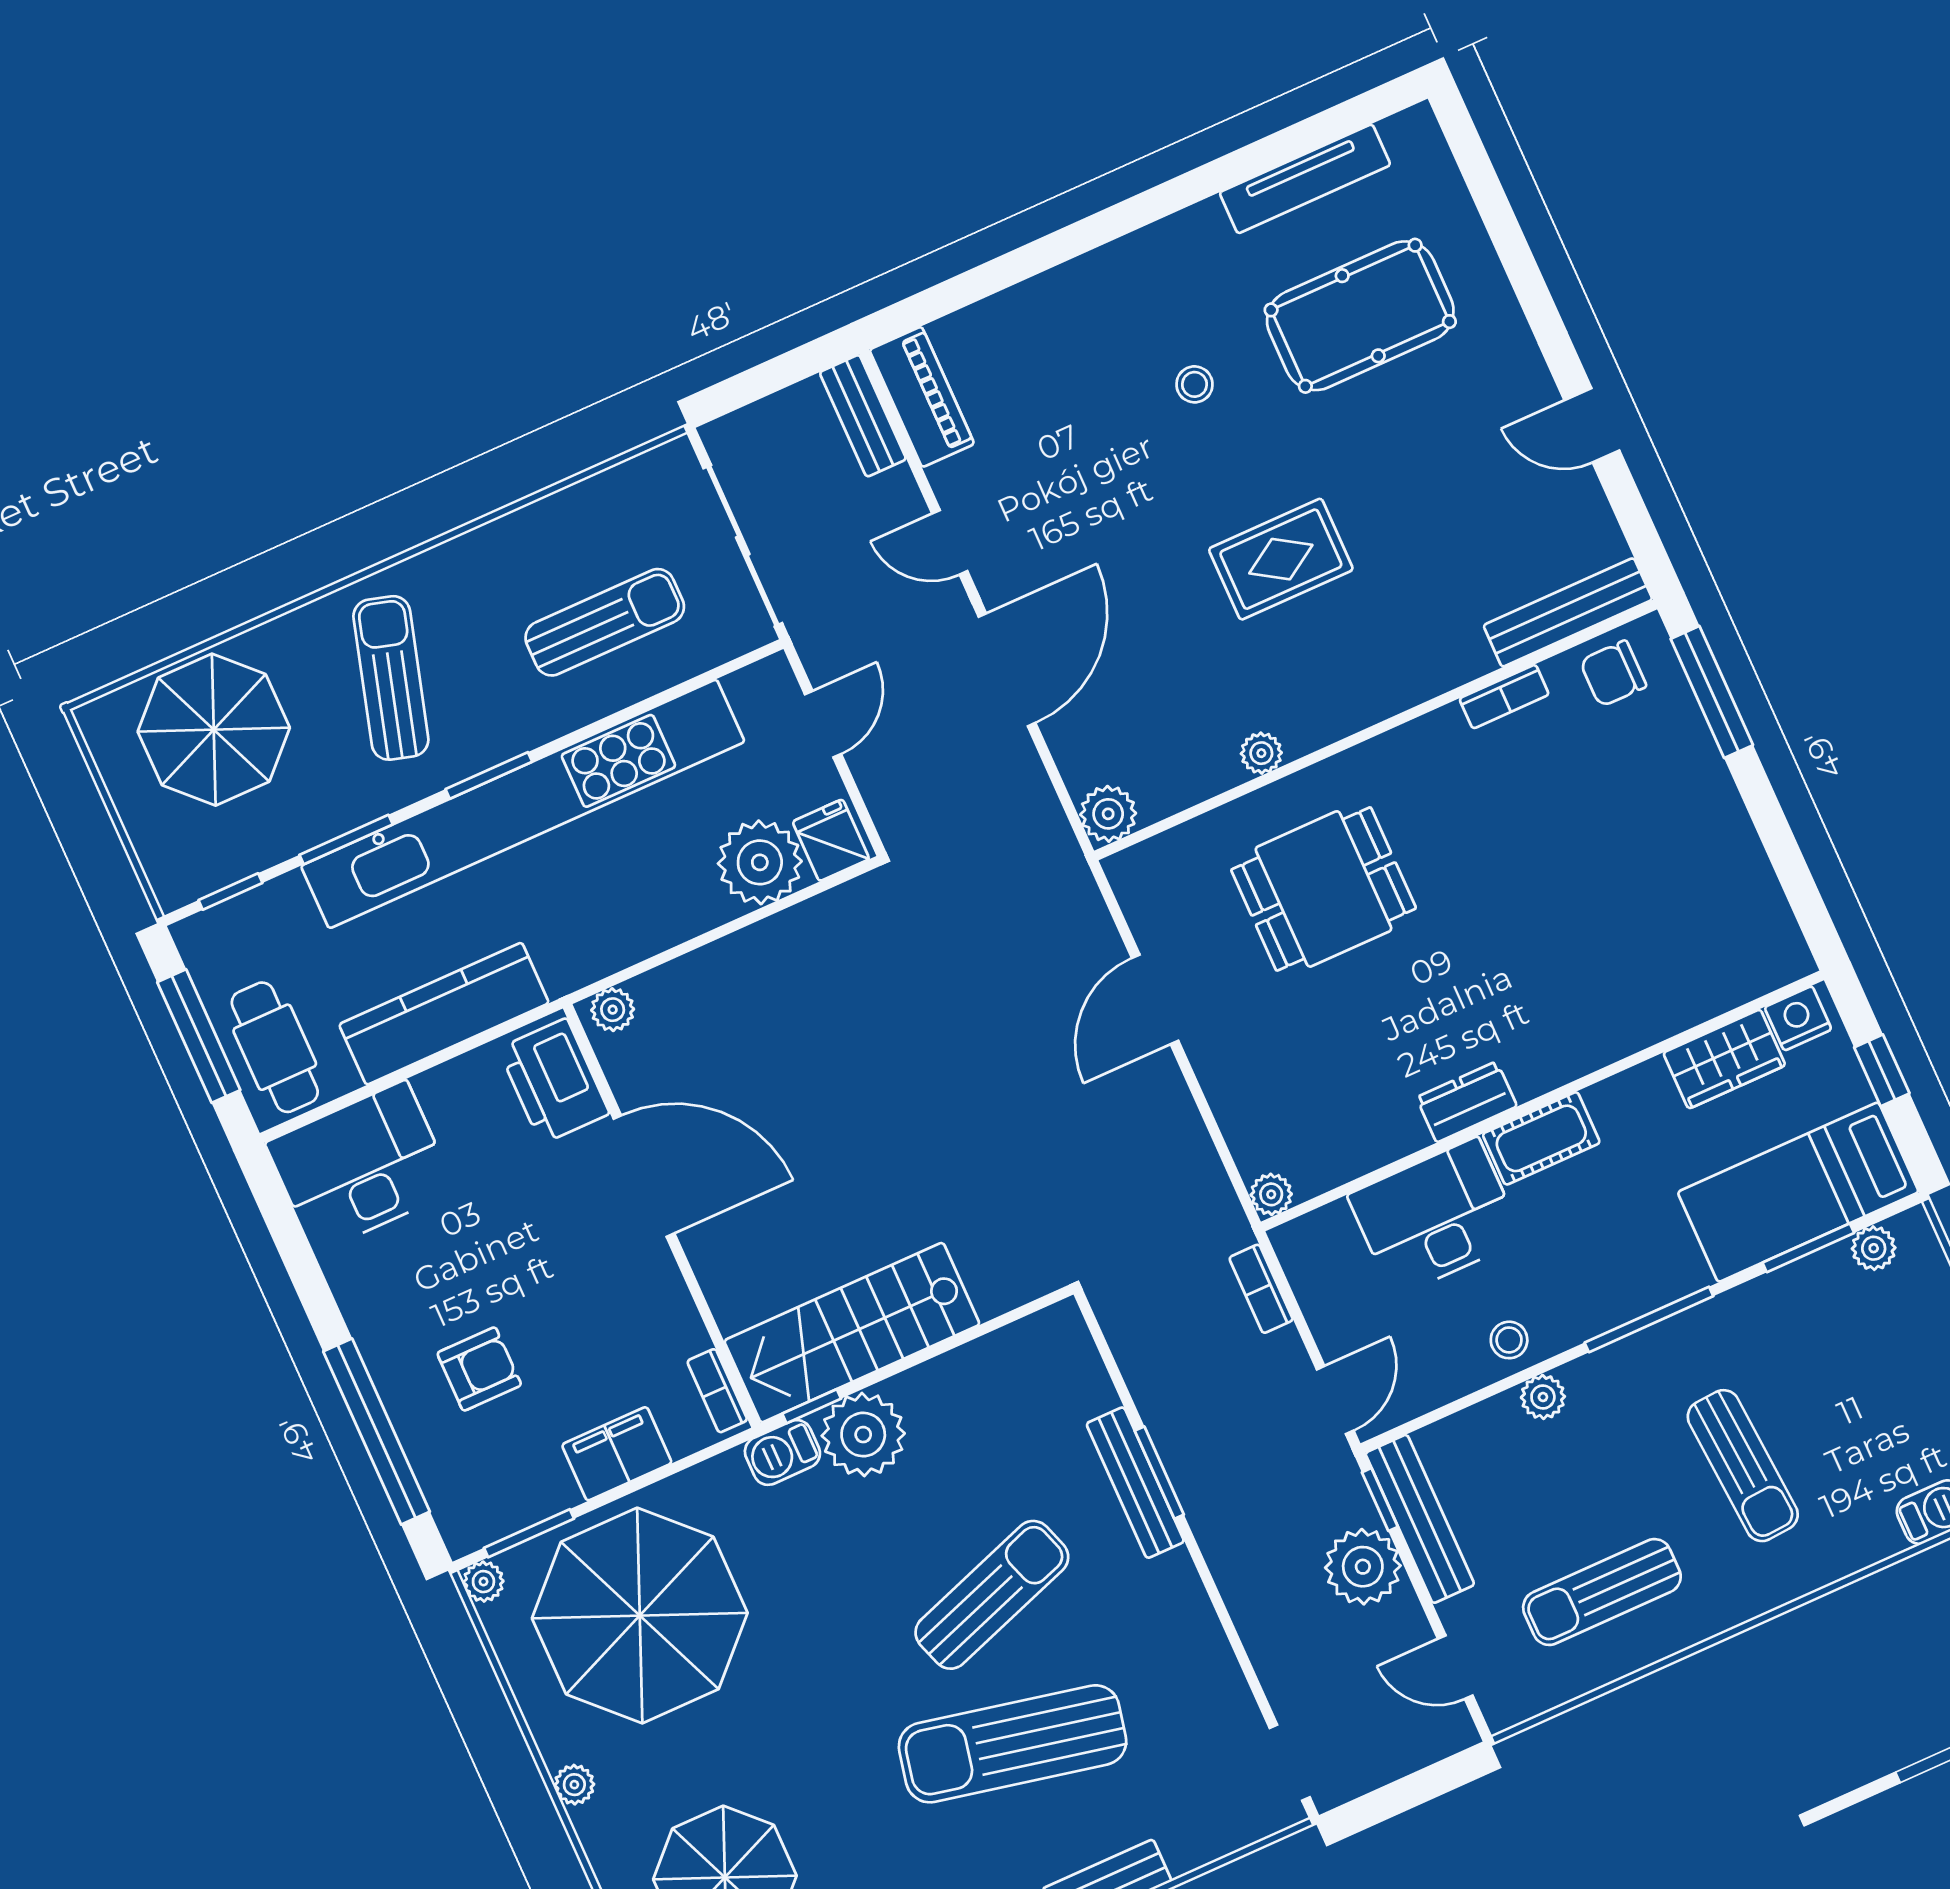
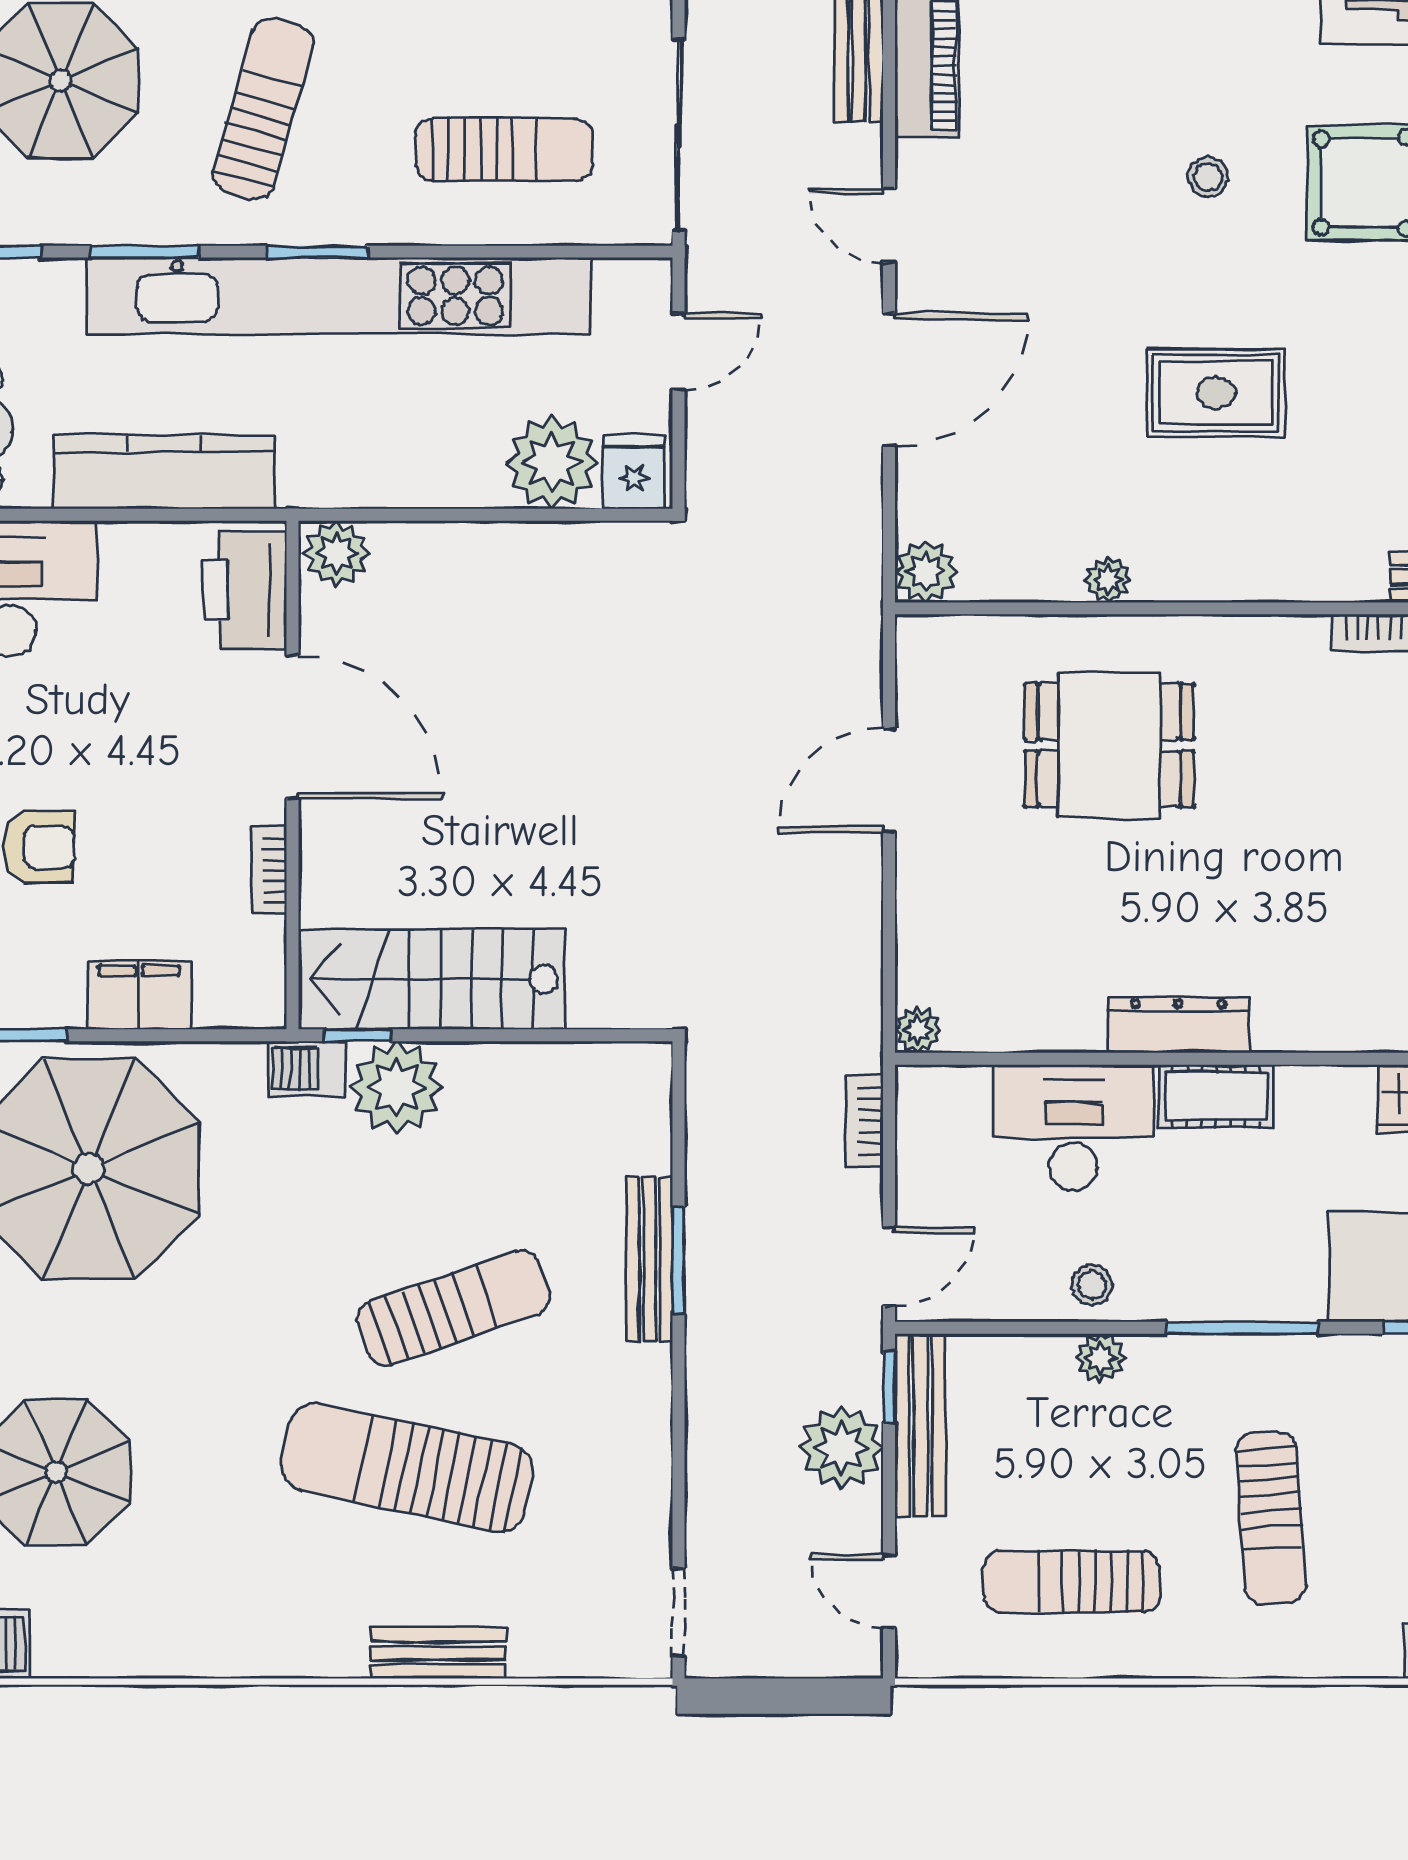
plant: (613, 1010) -> (336, 553), width x1.38, depth x1.38
dresser: (1467, 1102) -> (1179, 1025), width x1.44
bookcase: (717, 1391) -> (269, 871), moved

